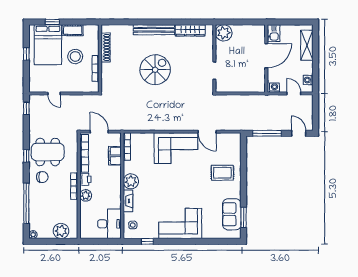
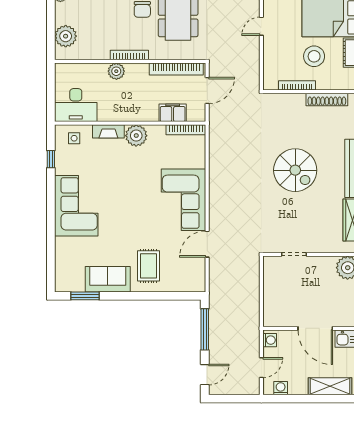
printer: (85, 179) -> (139, 71), removed
sofa: (232, 214) -> (108, 279), moved

